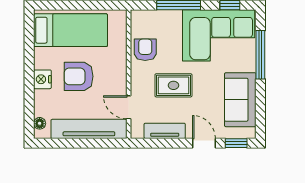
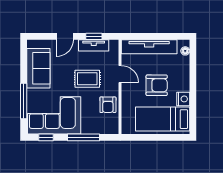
nightstand: (42, 79) -> (183, 99), moved
door: (129, 107) -> (120, 74), moved
door: (204, 143) -> (65, 36), hinge flipped
window: (236, 143) -> (94, 36), moved

